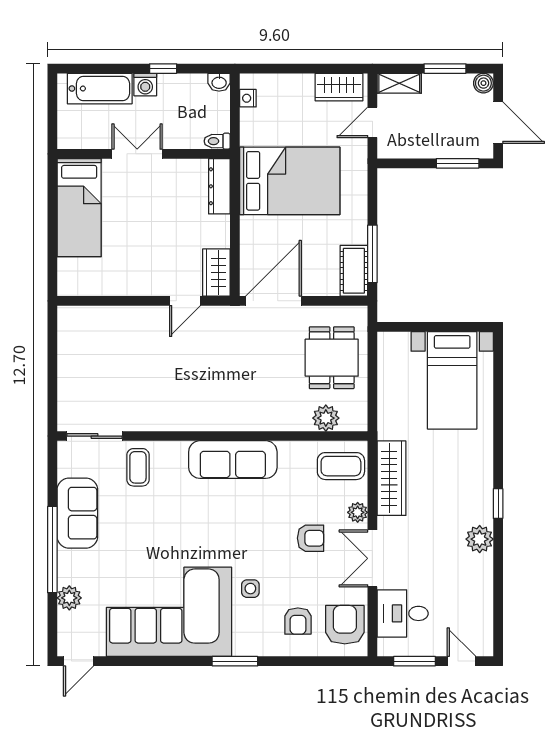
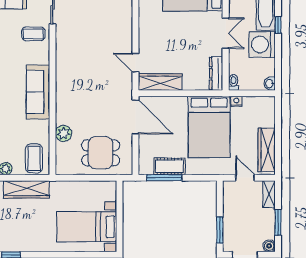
window: (163, 69) -> (278, 25), moved
washing machine: (145, 85) -> (262, 44), width x1.89, depth x1.89
wardrobe: (339, 87) -> (267, 150), width x1.50
nightstand: (248, 98) -> (236, 101), moved
dresser: (219, 186) -> (216, 73), moved, turned -90
cot: (354, 271) -> (170, 166), moved
wardrobe: (216, 272) -> (160, 82), width x1.50
plant: (326, 418) -> (64, 133), moved

